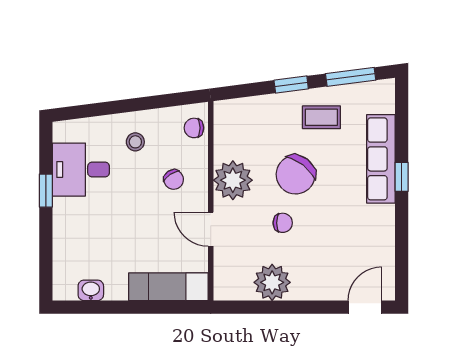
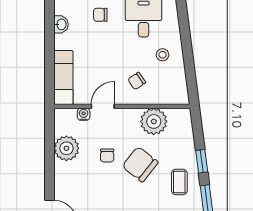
chair: (194, 128) -> (100, 15), moved, turned -90
plant: (233, 180) -> (154, 121), moved
water cooler: (222, 257) -> (84, 114), added

